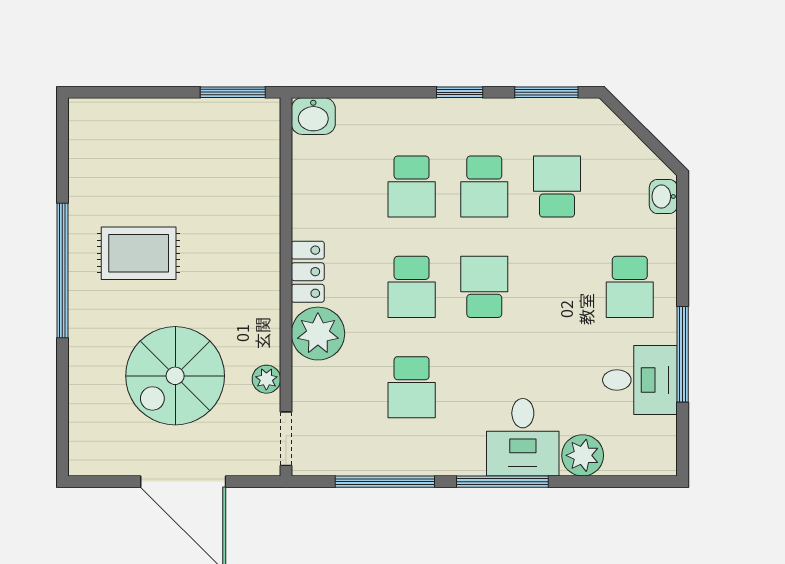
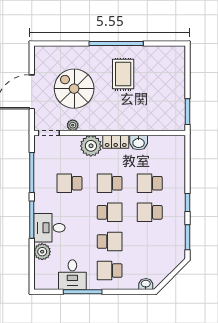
washbasin: (313, 116) -> (139, 143), moved, turned -90
school desk: (557, 187) -> (110, 241), moved

